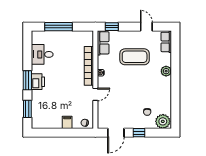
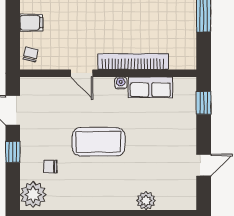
row of seats: (166, 42) -> (176, 201), removed
row of seats: (103, 43) -> (150, 87), moved
coffee table: (135, 57) -> (99, 142), moved, turned 90
plant: (166, 71) -> (146, 201), moved

